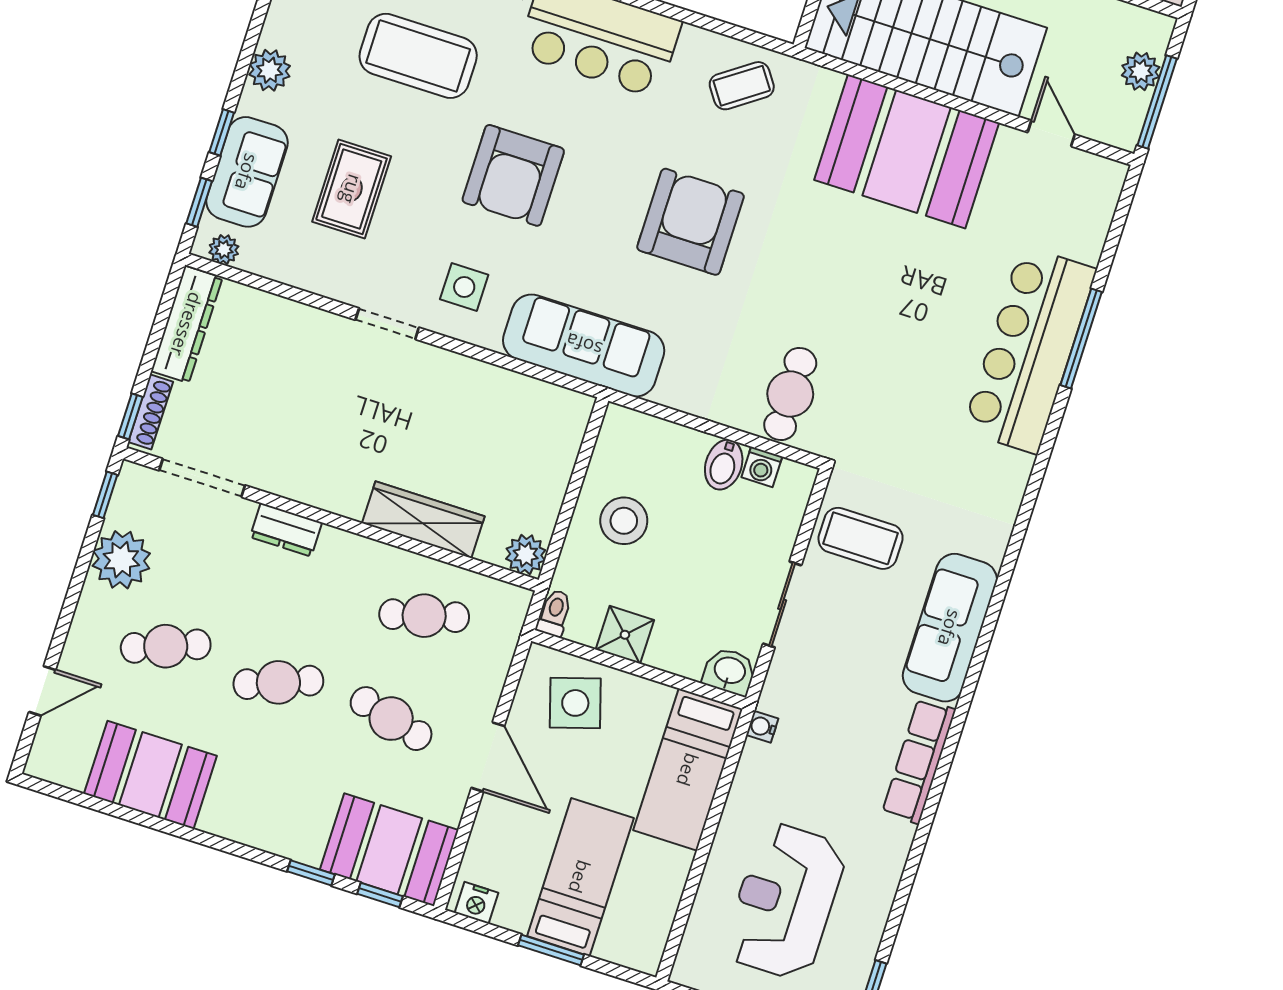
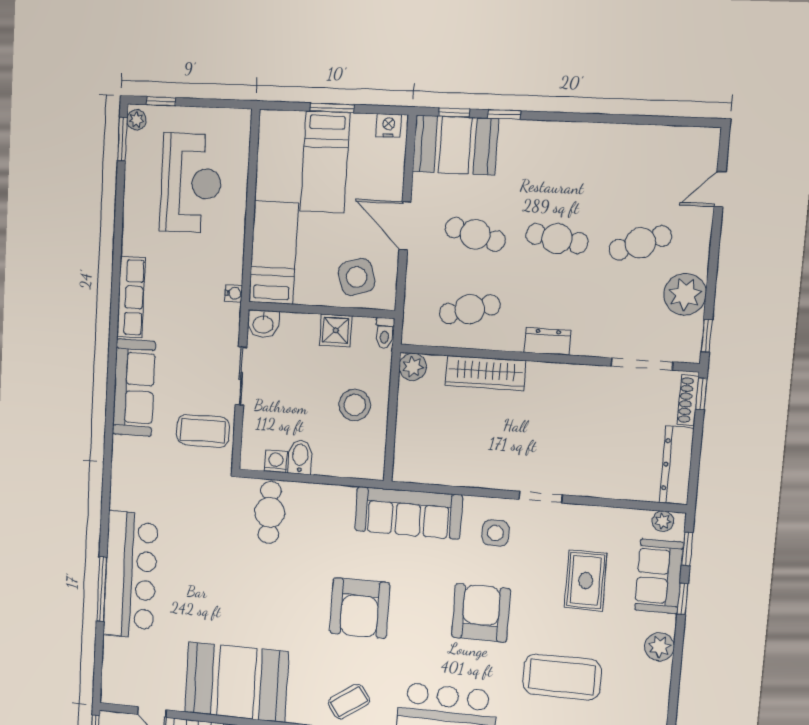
dresser: (286, 530) -> (548, 341), moved
cafe table: (278, 682) -> (557, 239), turned 30
booth: (150, 775) -> (630, 151), removed

